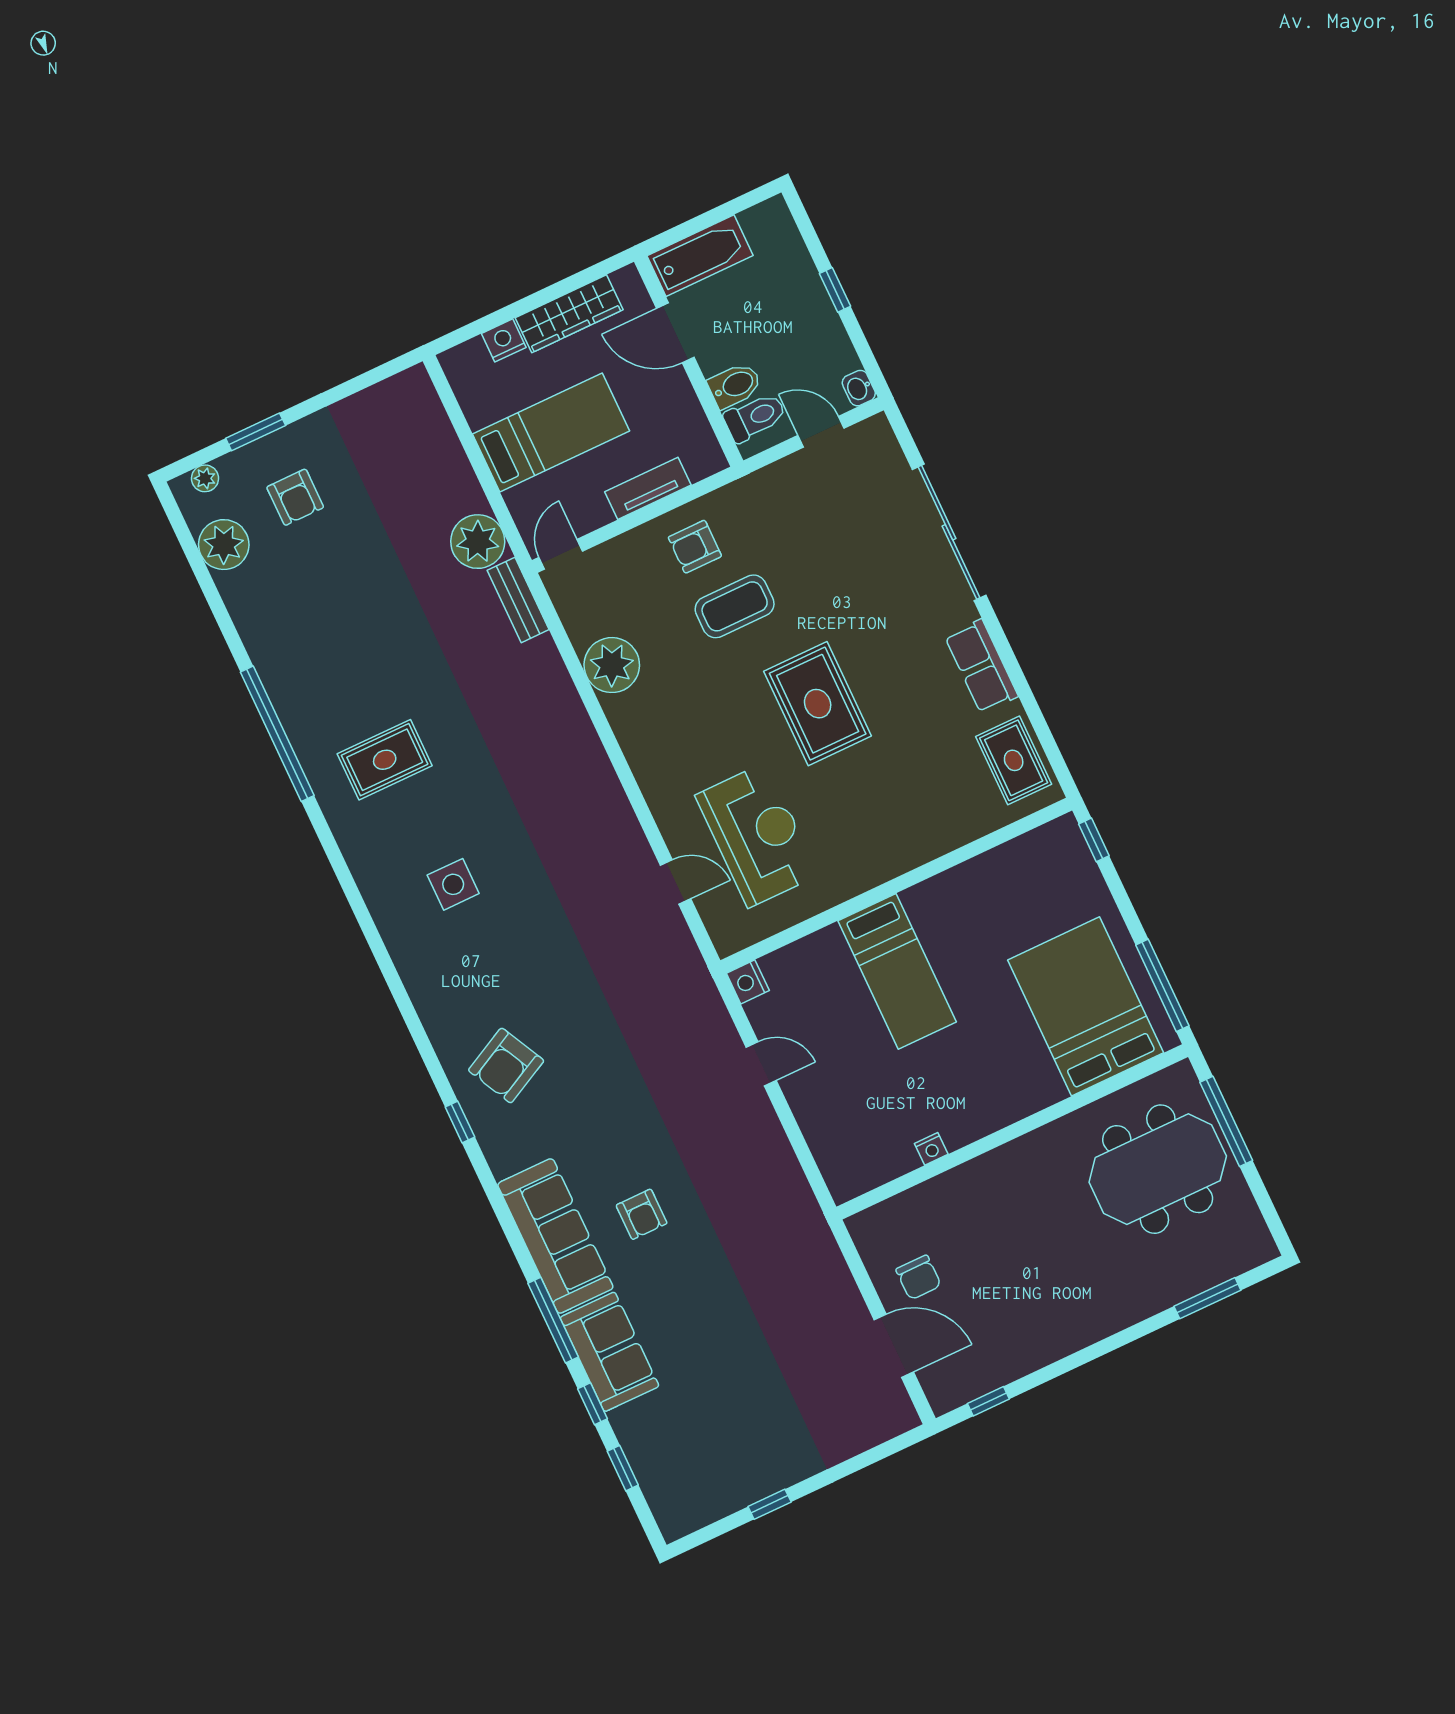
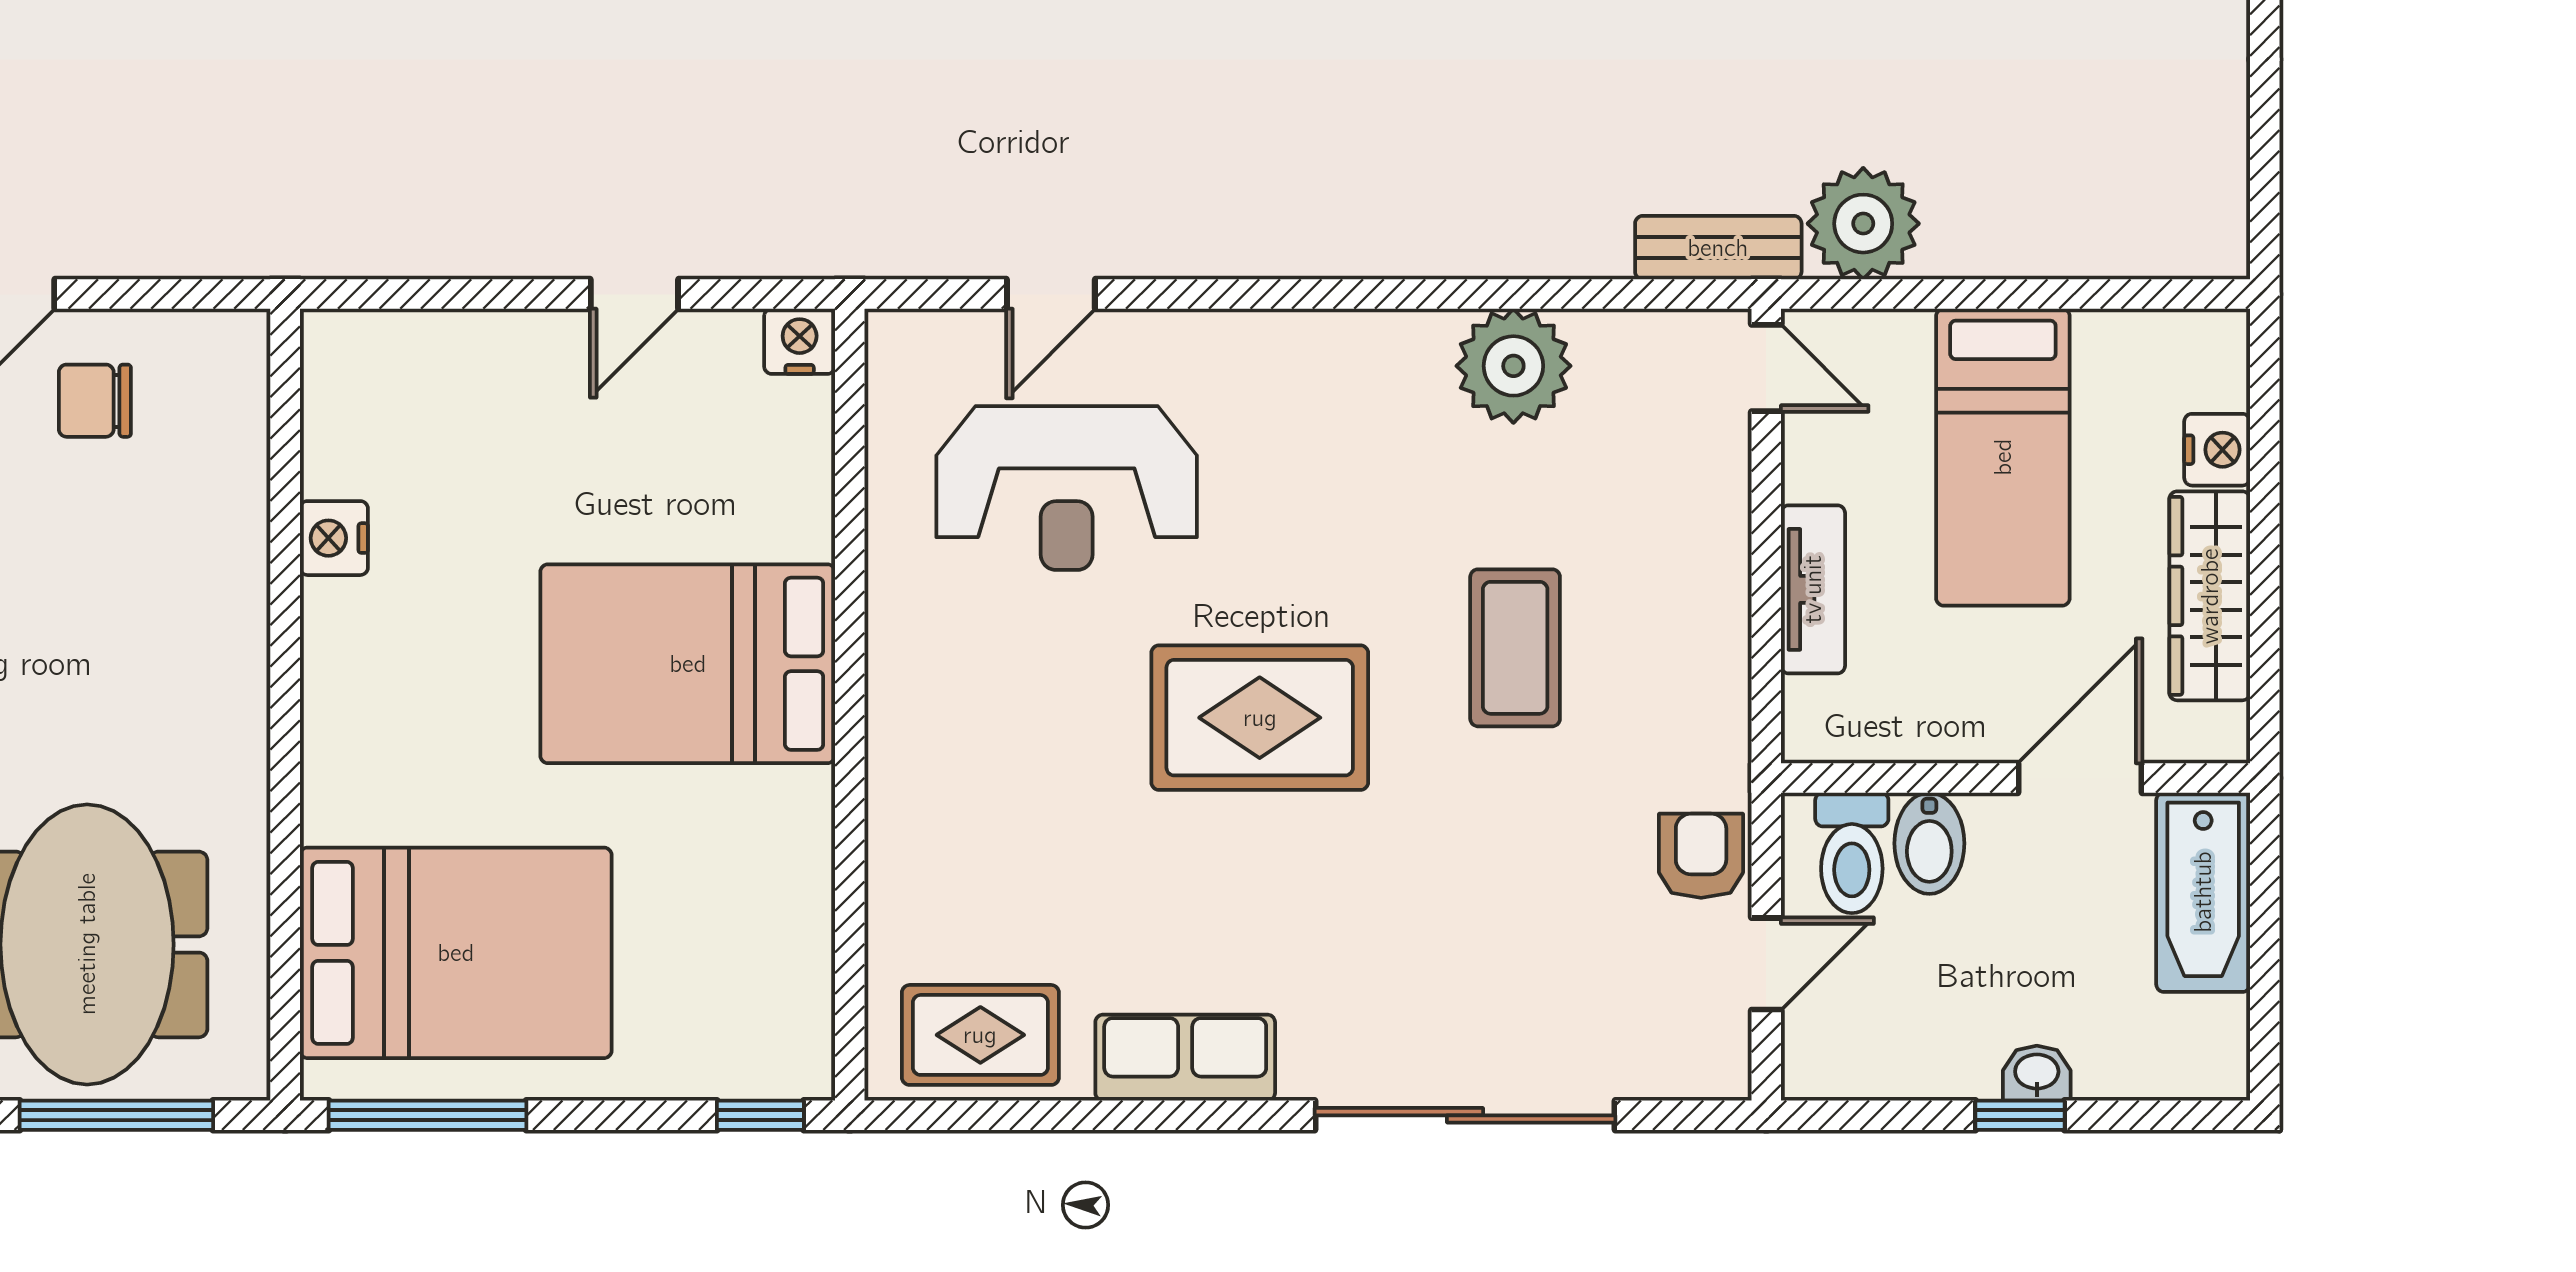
washbasin: (859, 388) -> (2037, 1073), moved
armchair: (695, 547) -> (1701, 856), moved
bed: (897, 971) -> (688, 664), width x1.50
nightstand: (931, 1149) -> (334, 538), width x1.39, depth x1.35

